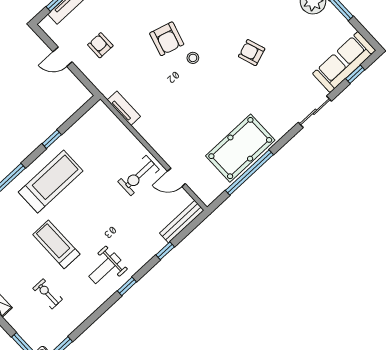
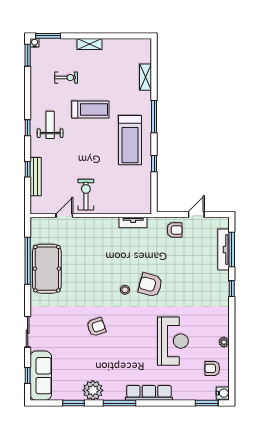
armchair: (100, 45) -> (175, 230), moved
bench: (182, 222) -> (36, 177), moved

